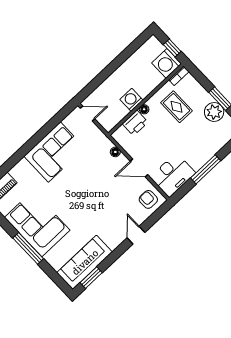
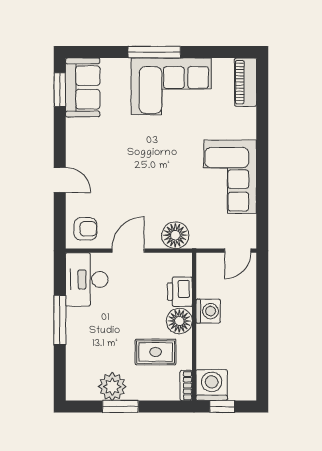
floor lamp: (144, 109) -> (179, 321), width x1.89, depth x1.89
floor lamp: (115, 152) -> (175, 235), width x1.89, depth x1.89
sofa: (85, 262) -> (83, 87), width x0.73

